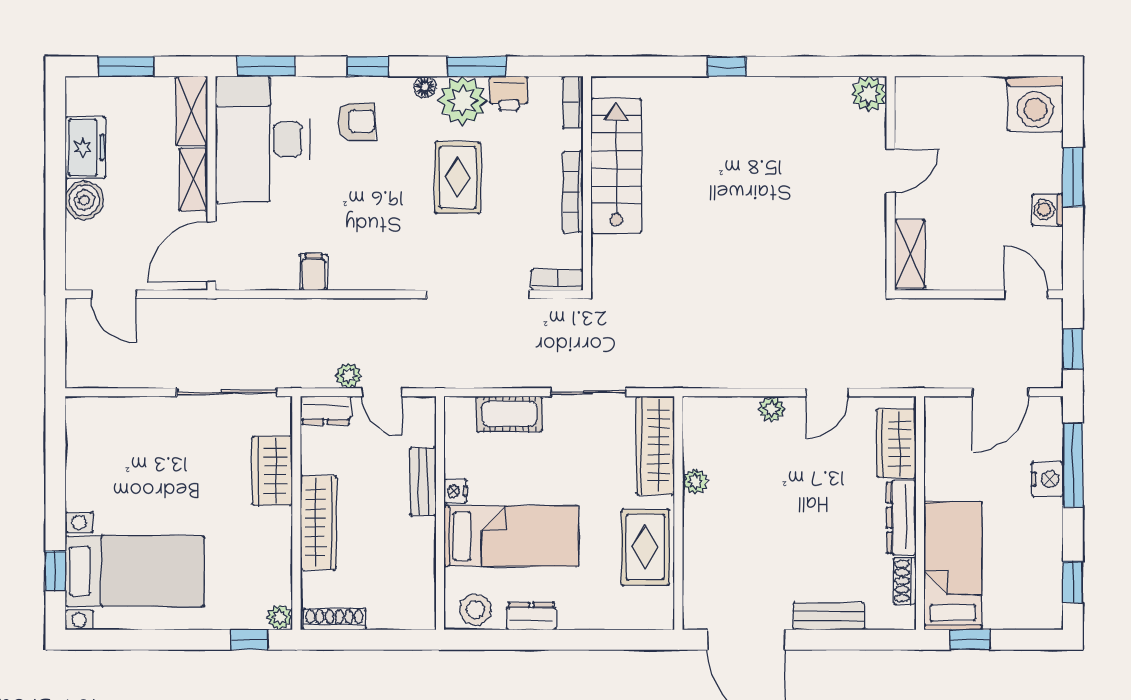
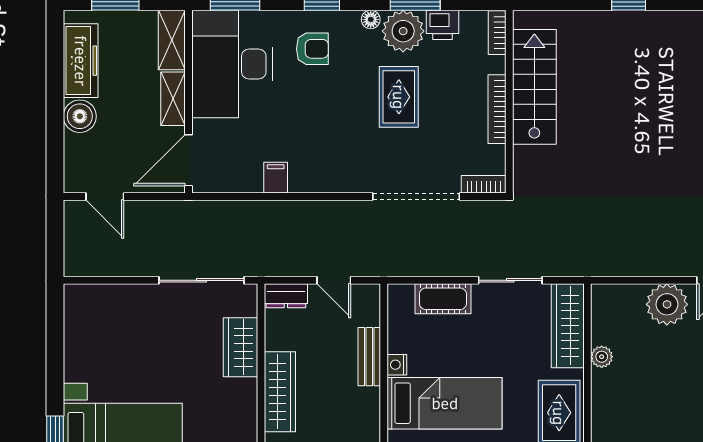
freezer: (85, 147) -> (81, 61), width x1.40
plant: (349, 375) -> (306, 266), removed
plant: (772, 409) -> (667, 304), width x1.88, depth x1.88

